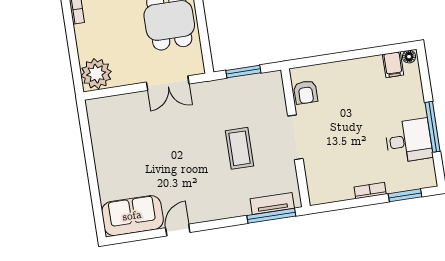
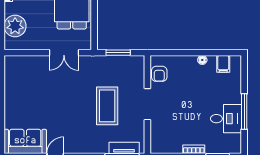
floor lamp: (409, 57) -> (202, 60), moved
plant: (96, 74) -> (15, 26), moved
coffee table: (240, 148) -> (107, 106), width x1.36, depth x1.32

